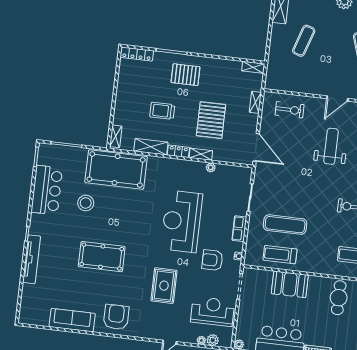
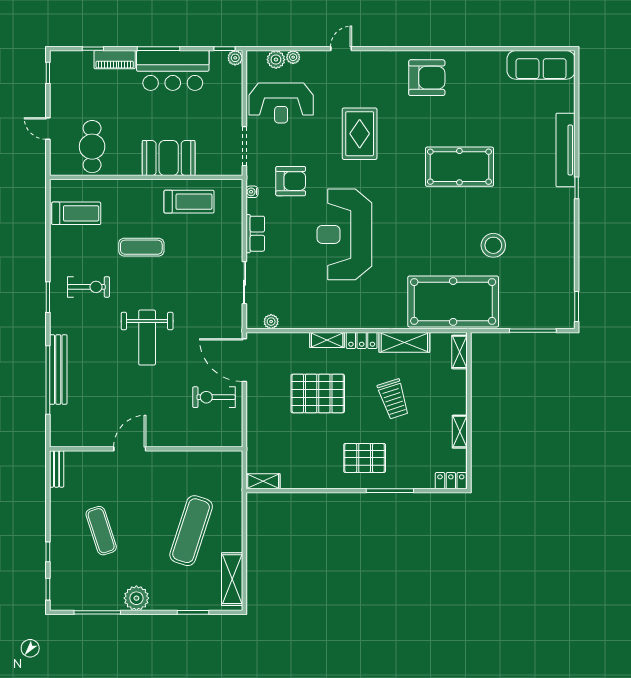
exercise mat: (304, 41) -> (191, 531), width x1.36, depth x1.45
locker: (137, 54) -> (451, 481), width x0.66
shelving: (255, 102) -> (460, 432), moved
exercise bike: (290, 110) -> (214, 397), moved
trolley: (162, 111) -> (393, 399), turned 72
pallet: (211, 120) -> (318, 393), turned 90
weight bench: (331, 146) -> (147, 338), moved
plant: (211, 167) -> (271, 322), moved
bar counter: (47, 190) -> (555, 258), removed
reception desk: (182, 221) -> (344, 234), turned 180
exercise mat: (285, 225) -> (141, 247), moved, width x0.73, depth x0.69
armchair: (116, 317) -> (427, 78), turned -90
sofa: (72, 320) -> (541, 65), moved

